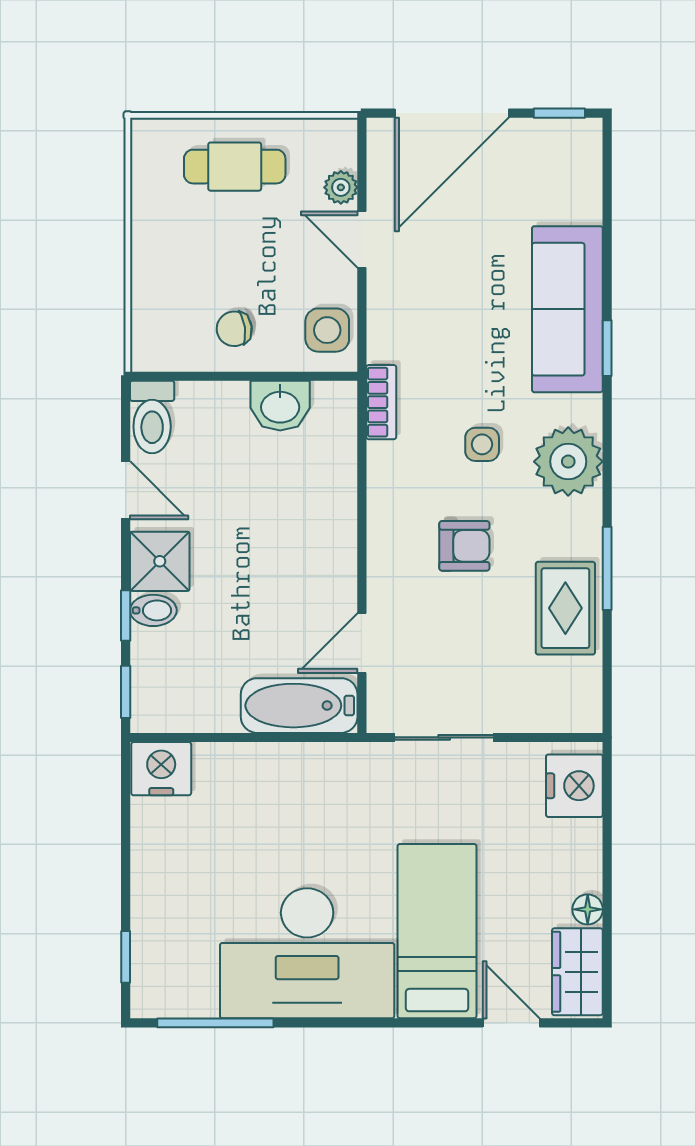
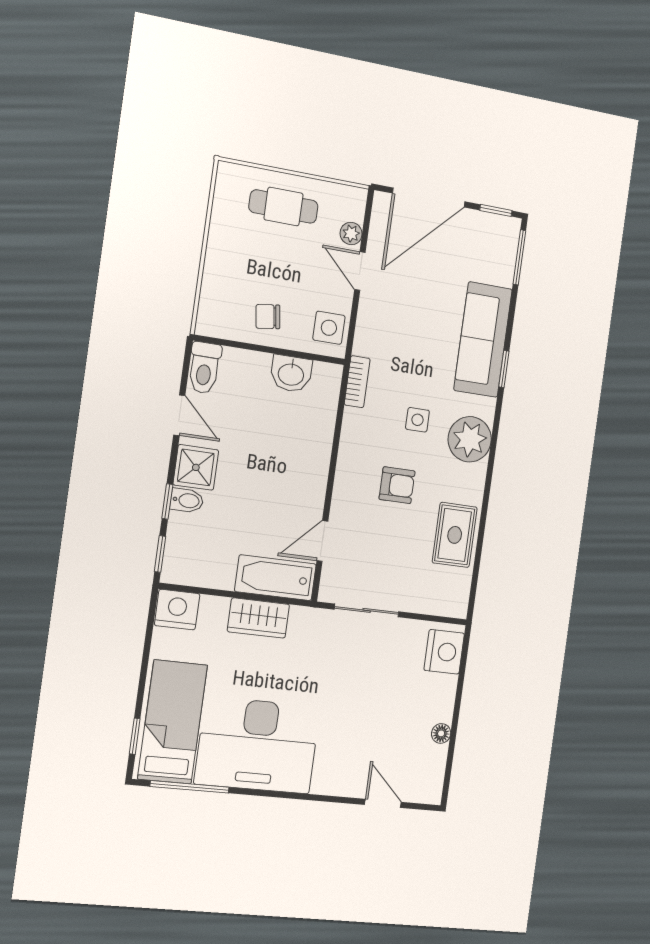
window: (607, 568) -> (519, 257), moved
bed: (437, 931) -> (173, 722), moved
wardrobe: (577, 972) -> (258, 618), moved, turned -90

